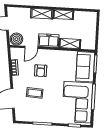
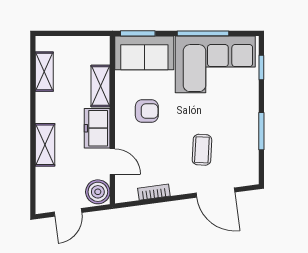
shelving: (63, 15) -> (44, 72), moved
armchair: (41, 71) -> (147, 111), moved

